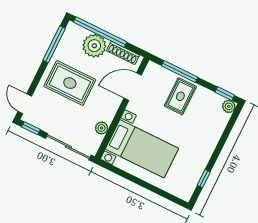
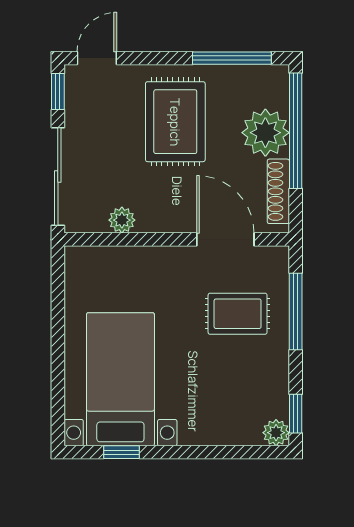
rug: (180, 96) -> (238, 314), moved
bed with nightstands: (142, 149) -> (120, 379), moved, turned 180

